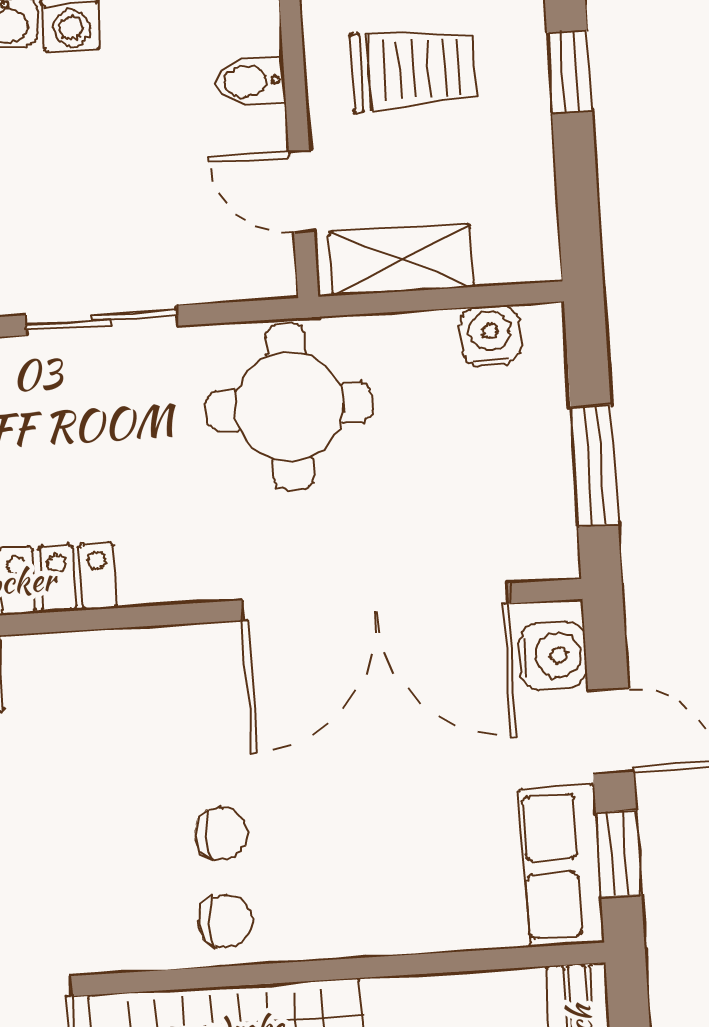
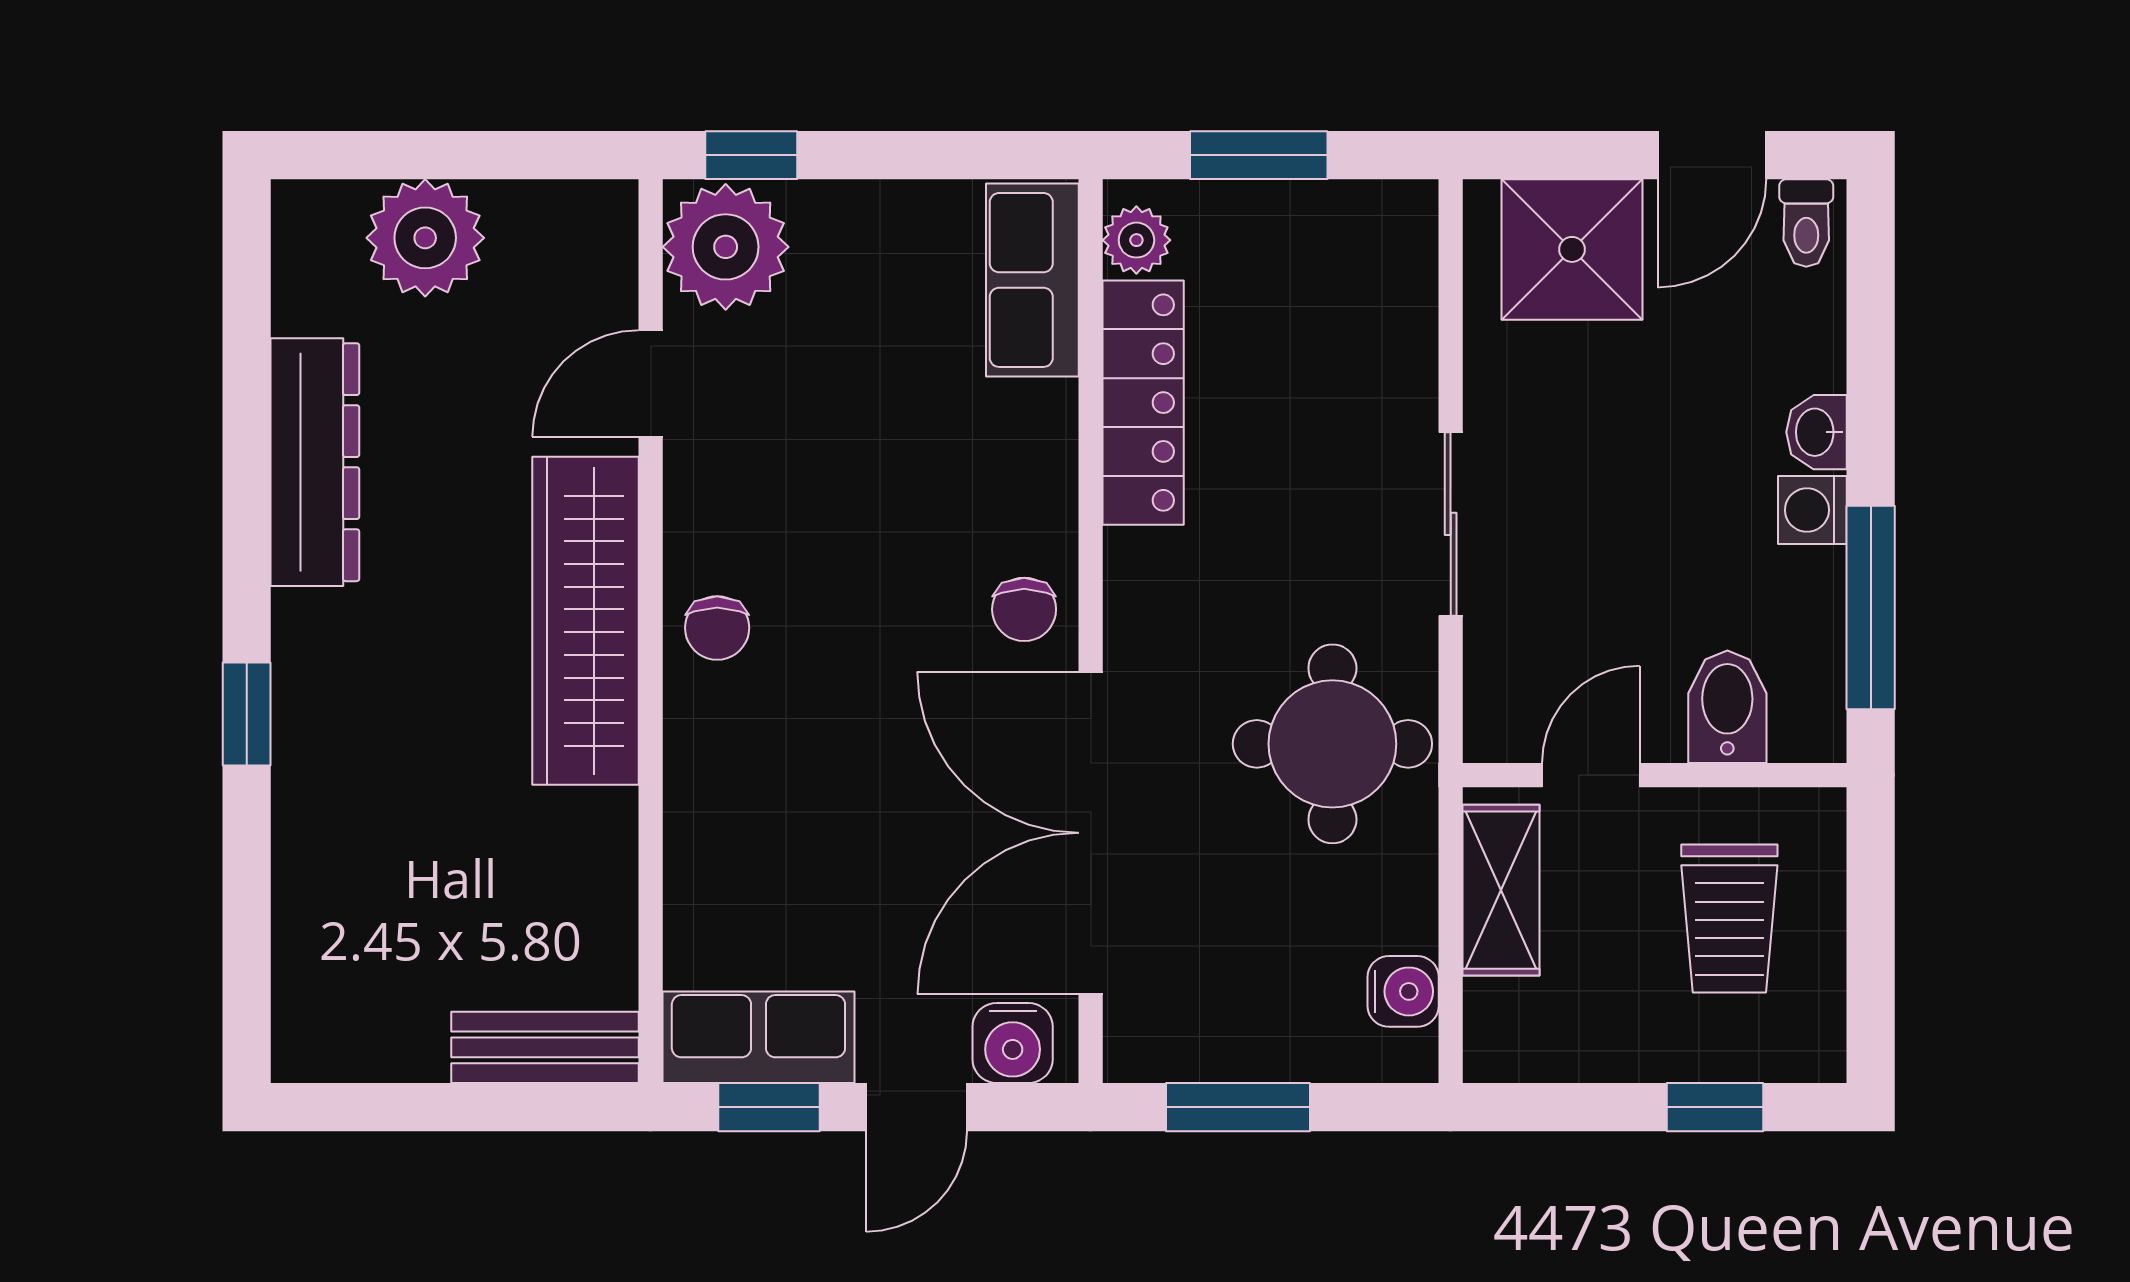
bidet: (250, 81) -> (1727, 707), width x1.38, depth x1.36
chair: (221, 834) -> (1024, 609), moved

